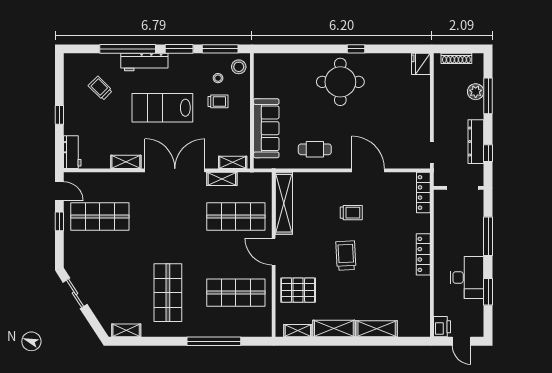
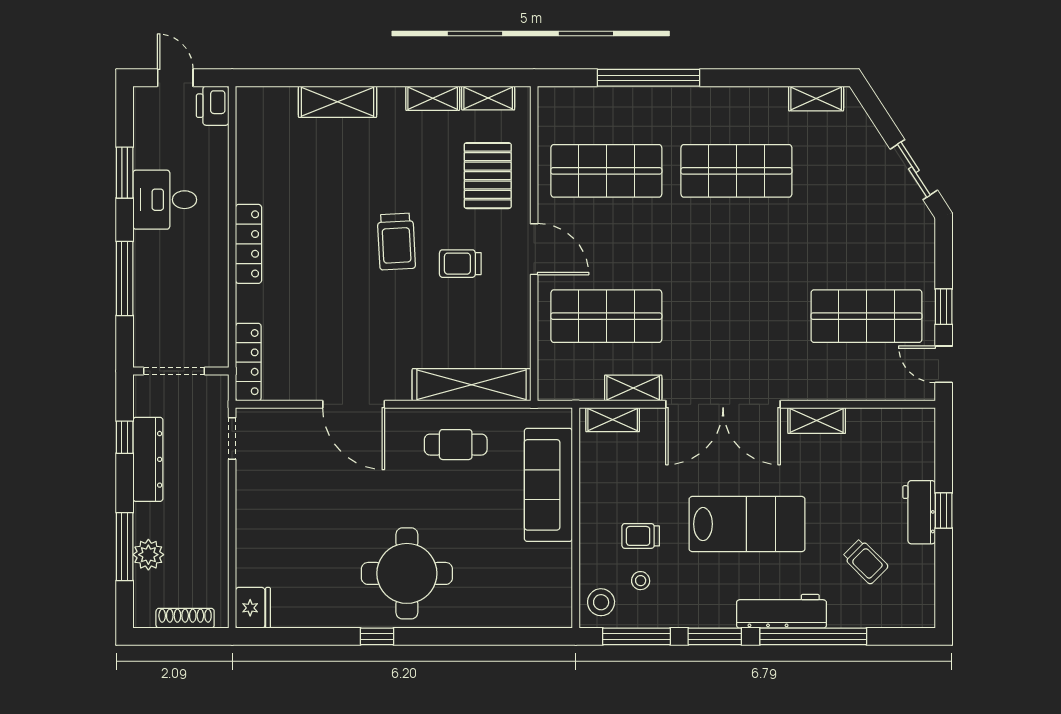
workbench: (72, 152) -> (919, 512), moved
shelving: (284, 203) -> (471, 385), moved, turned 90
trolley: (351, 213) -> (460, 264), moved
desk: (467, 277) -> (165, 200), width x0.73
pallet: (298, 290) -> (488, 176), turned 90
shop shelf: (168, 293) -> (736, 171), turned 90
shelving: (334, 328) -> (433, 98), width x0.67, depth x0.75

